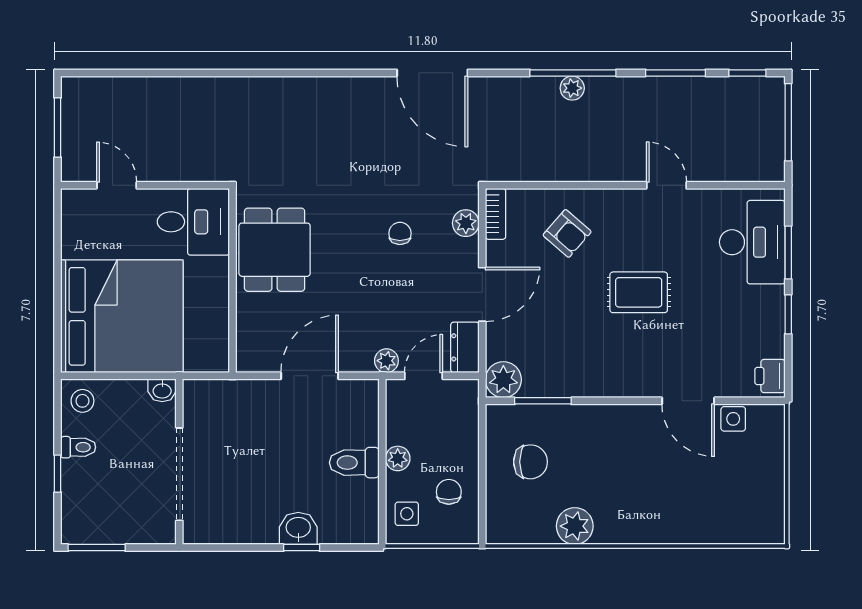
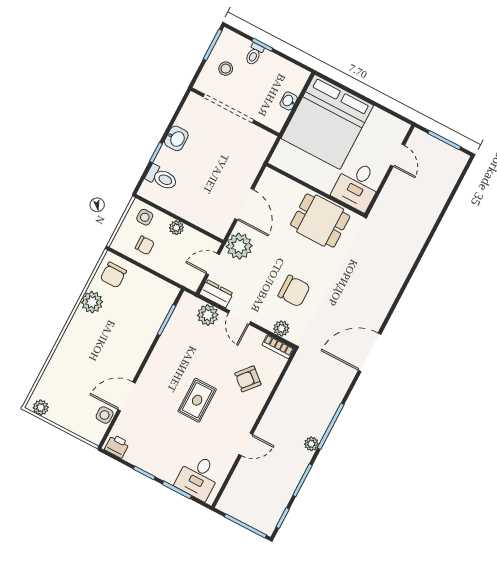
plant: (572, 88) -> (311, 444), moved
door: (117, 185) -> (398, 155), hinge flipped
chair: (400, 233) -> (294, 291), width x1.87, depth x1.87
desk: (752, 242) -> (198, 477), width x0.73
door: (482, 294) -> (239, 317), width x0.73
plant: (386, 361) -> (239, 246), width x1.88, depth x1.88
door: (424, 376) -> (213, 264), swing flipped
plant: (503, 380) -> (208, 315), moved
washbasin: (162, 390) -> (289, 101), moved
stool: (82, 401) -> (226, 69), moved
toilet: (78, 447) -> (254, 54), moved
chair: (530, 462) -> (113, 275), moved
toilet: (354, 463) -> (162, 178), moved, turned 90
plant: (772, 520) -> (41, 408), added
washbasin: (298, 528) -> (176, 138), moved

